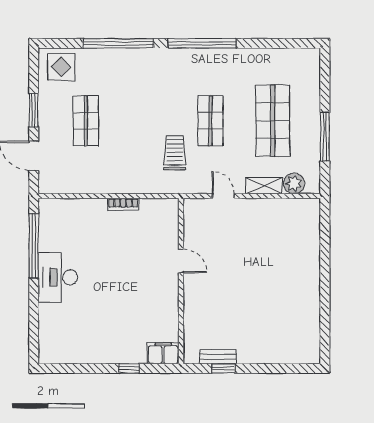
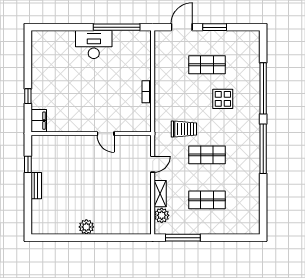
display table: (61, 67) -> (223, 99), moved
shop shelf: (273, 121) -> (207, 200), width x0.70, depth x0.74
window: (325, 137) -> (183, 238), moved
door: (181, 261) -> (106, 134), hinge flipped
plant: (310, 288) -> (86, 227), added
bench: (218, 357) -> (36, 186), moved

